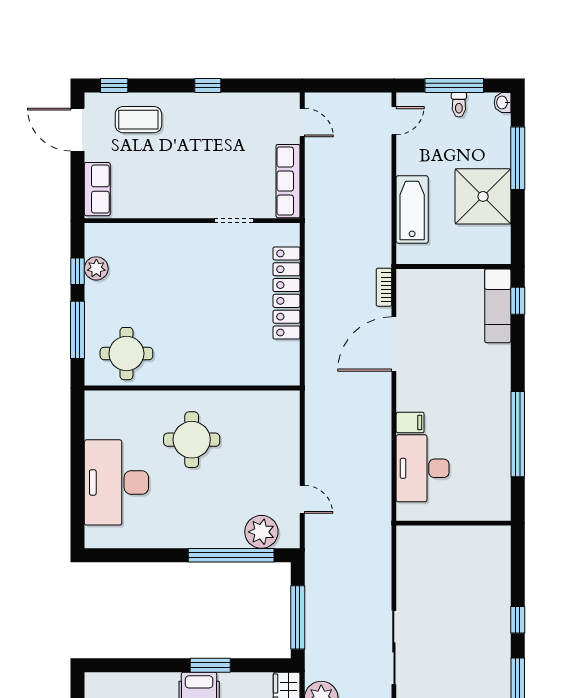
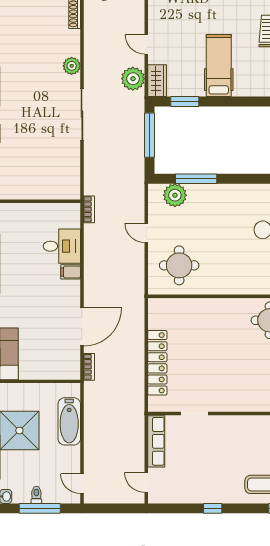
door: (394, 121) -> (82, 484), hinge flipped
round table: (192, 440) -> (179, 265), moved
desk: (423, 468) -> (62, 246), width x0.73
door: (302, 499) -> (146, 233), moved
bookcase: (384, 512) -> (89, 209), added
window: (231, 555) -> (196, 179), width x0.68
window: (210, 665) -> (185, 102), moved

